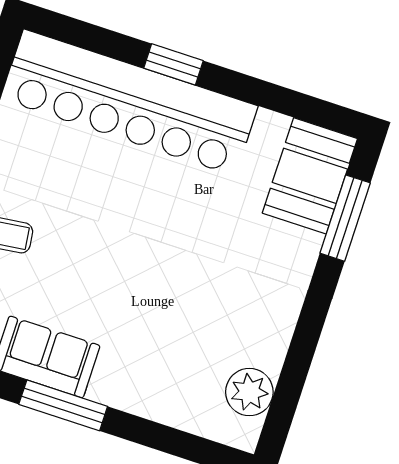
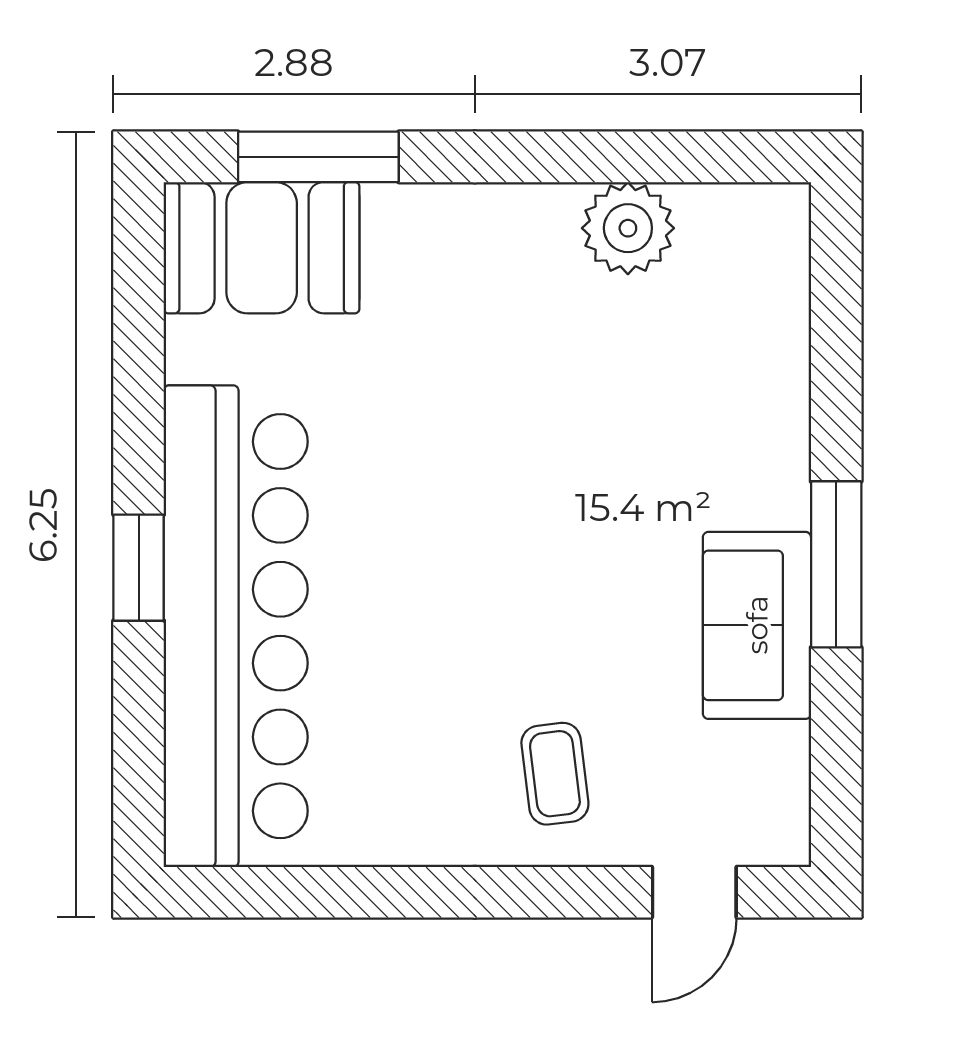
plant: (249, 392) -> (628, 228), moved

